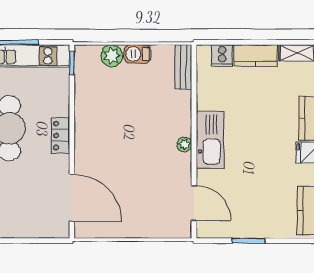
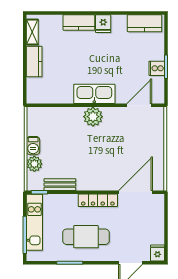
cooker: (222, 56) -> (157, 68), moved, turned 180
bench: (183, 67) -> (60, 185), moved
locker: (61, 135) -> (98, 200), width x1.53
plant: (184, 144) -> (93, 117), width x1.88, depth x1.88

